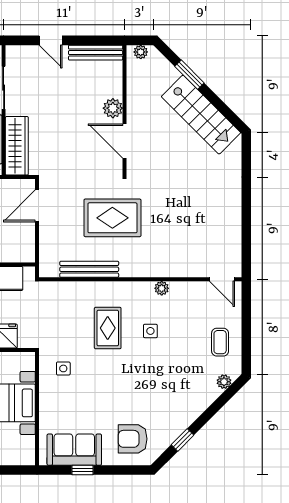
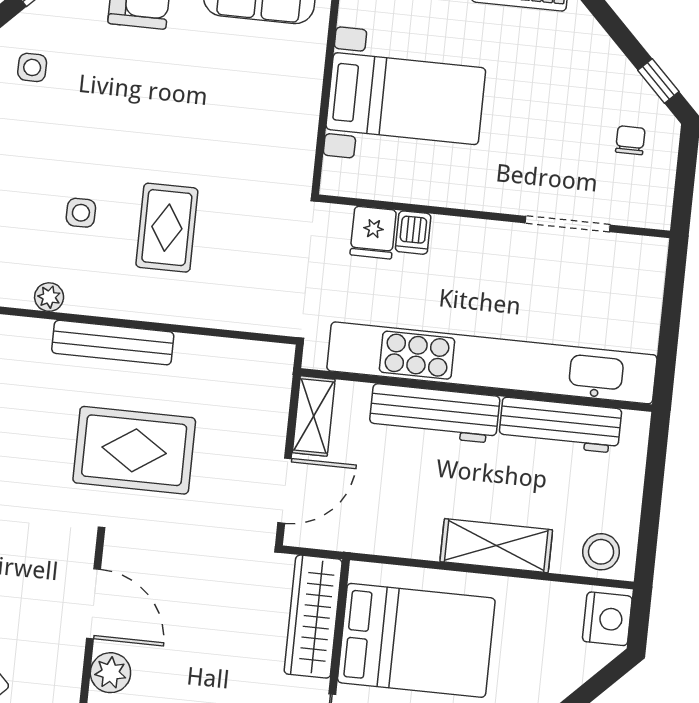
shelving: (27, 244) -> (314, 416), added
bench: (89, 269) -> (113, 343), moved
side table: (63, 368) -> (32, 67), moved

